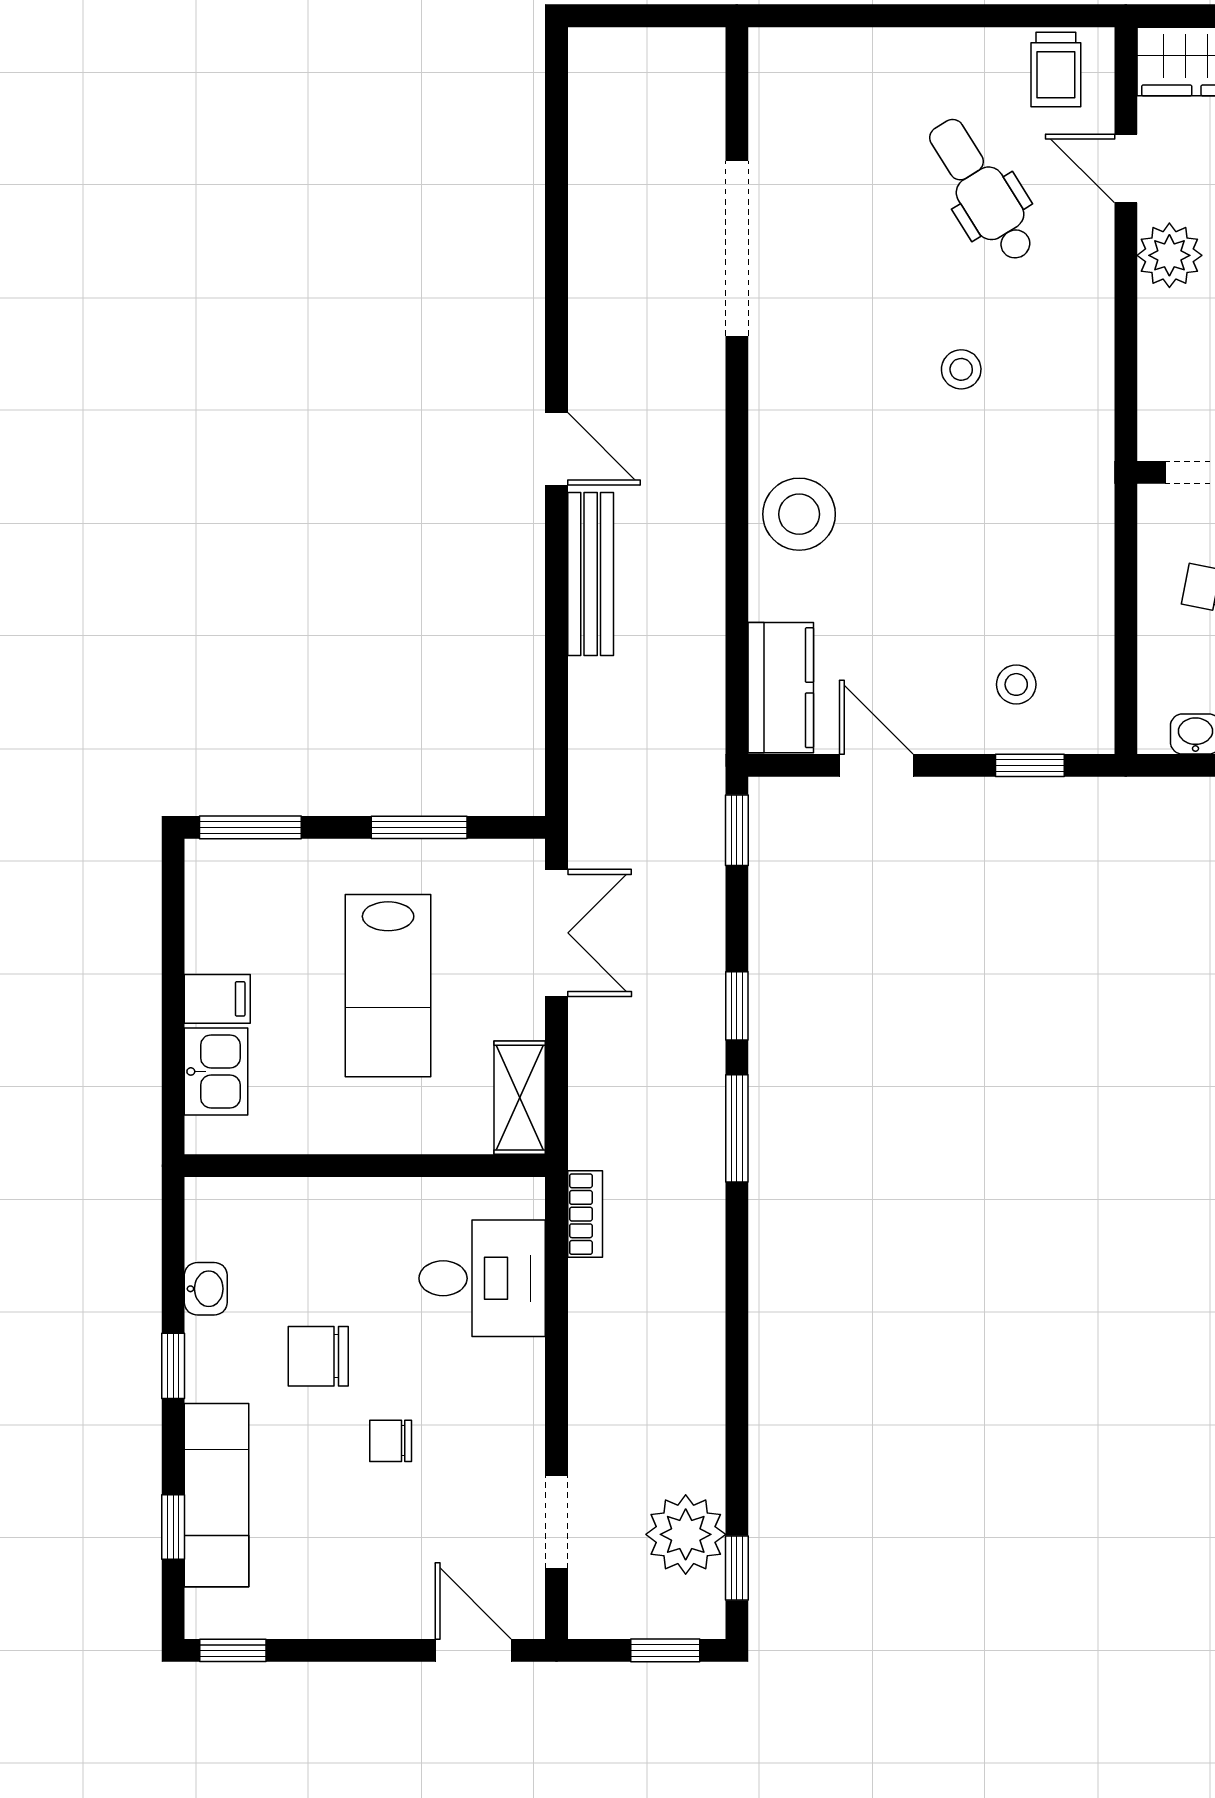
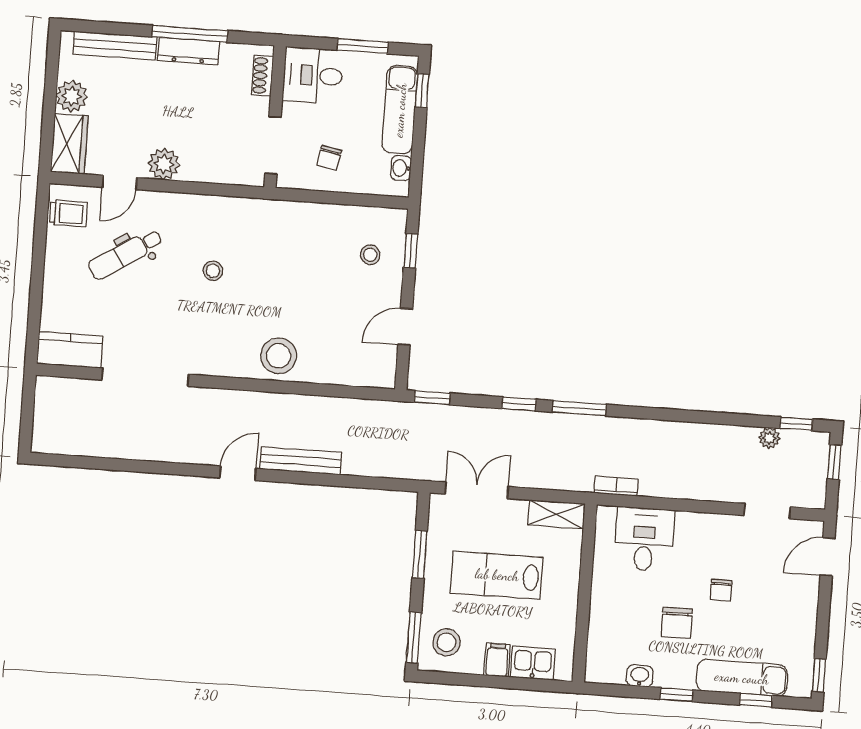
kitchen counter: (781, 688) -> (70, 350), moved
stool: (246, 894) -> (446, 642), added
lab bench: (388, 986) -> (497, 575), turned 180
plant: (686, 1534) -> (769, 438), width x0.53, depth x0.53

